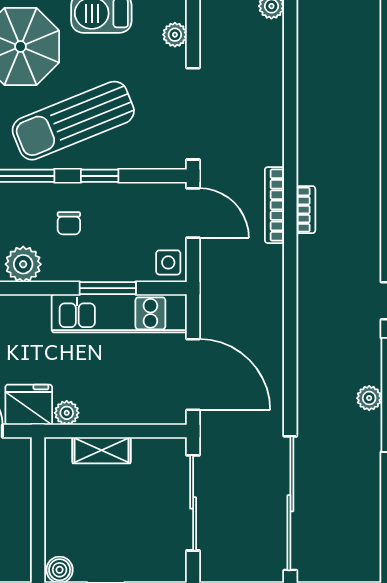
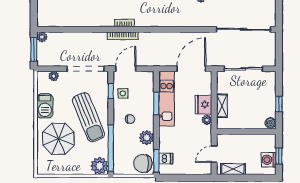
window: (100, 176) -> (111, 91), moved
side table: (168, 262) -> (123, 93), moved
fridge: (29, 405) -> (204, 105), moved

